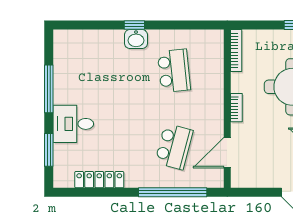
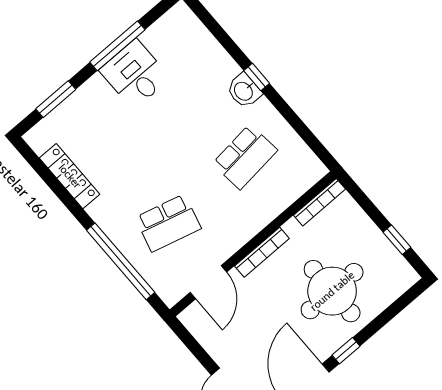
bookcase: (236, 108) -> (262, 252), width x1.56
desk: (73, 124) -> (135, 74), moved
door: (227, 153) -> (208, 282), swing flipped

